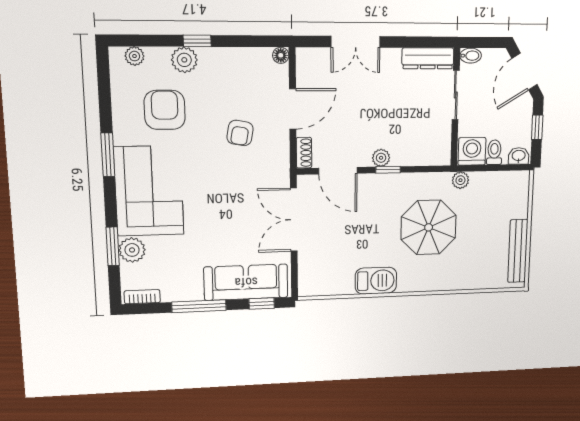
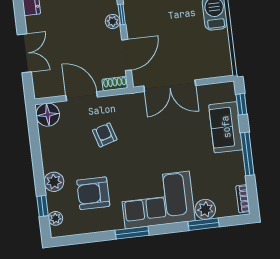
window: (197, 41) -> (43, 206), moved
floor lamp: (281, 55) -> (48, 115), width x1.89, depth x1.89
armchair: (240, 133) -> (105, 135), turned -117
sofa: (246, 282) -> (226, 127), width x0.73

